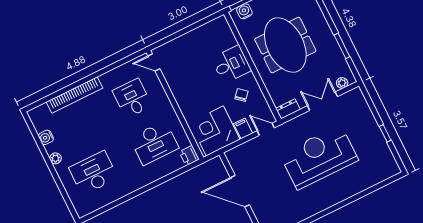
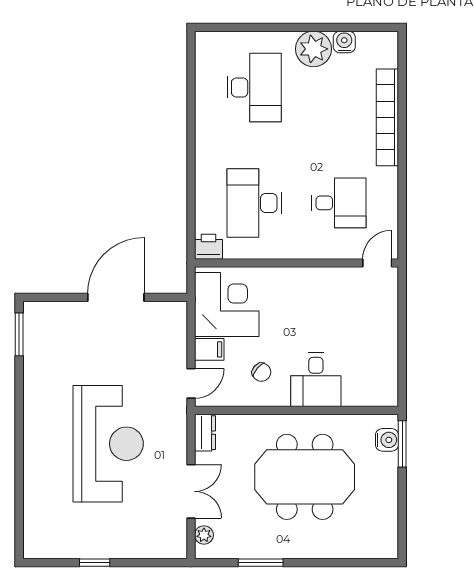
plant: (55, 158) -> (314, 49), width x1.88, depth x1.88

